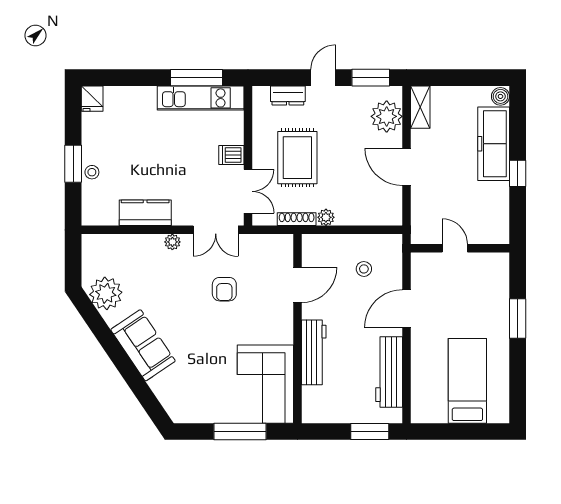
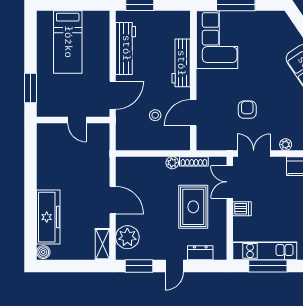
window: (518, 173) -> (31, 195), removed
door: (455, 248) -> (77, 120), moved
wall: (460, 248) -> (73, 120), moved
stool: (364, 269) -> (155, 115), moved

